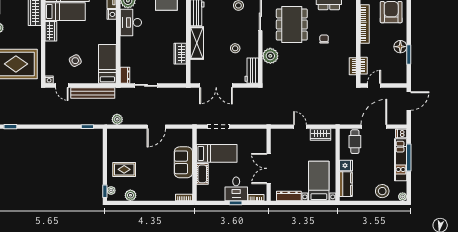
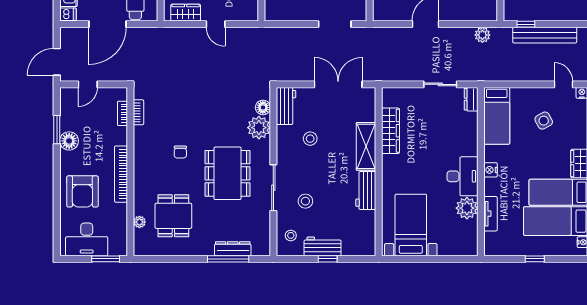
nightstand: (112, 14) -> (491, 170), moved
wardrobe: (180, 54) -> (390, 131), width x1.50
floor lamp: (268, 70) -> (263, 107), added
door: (374, 85) -> (88, 84), moved
bench: (93, 93) -> (545, 35), moved

